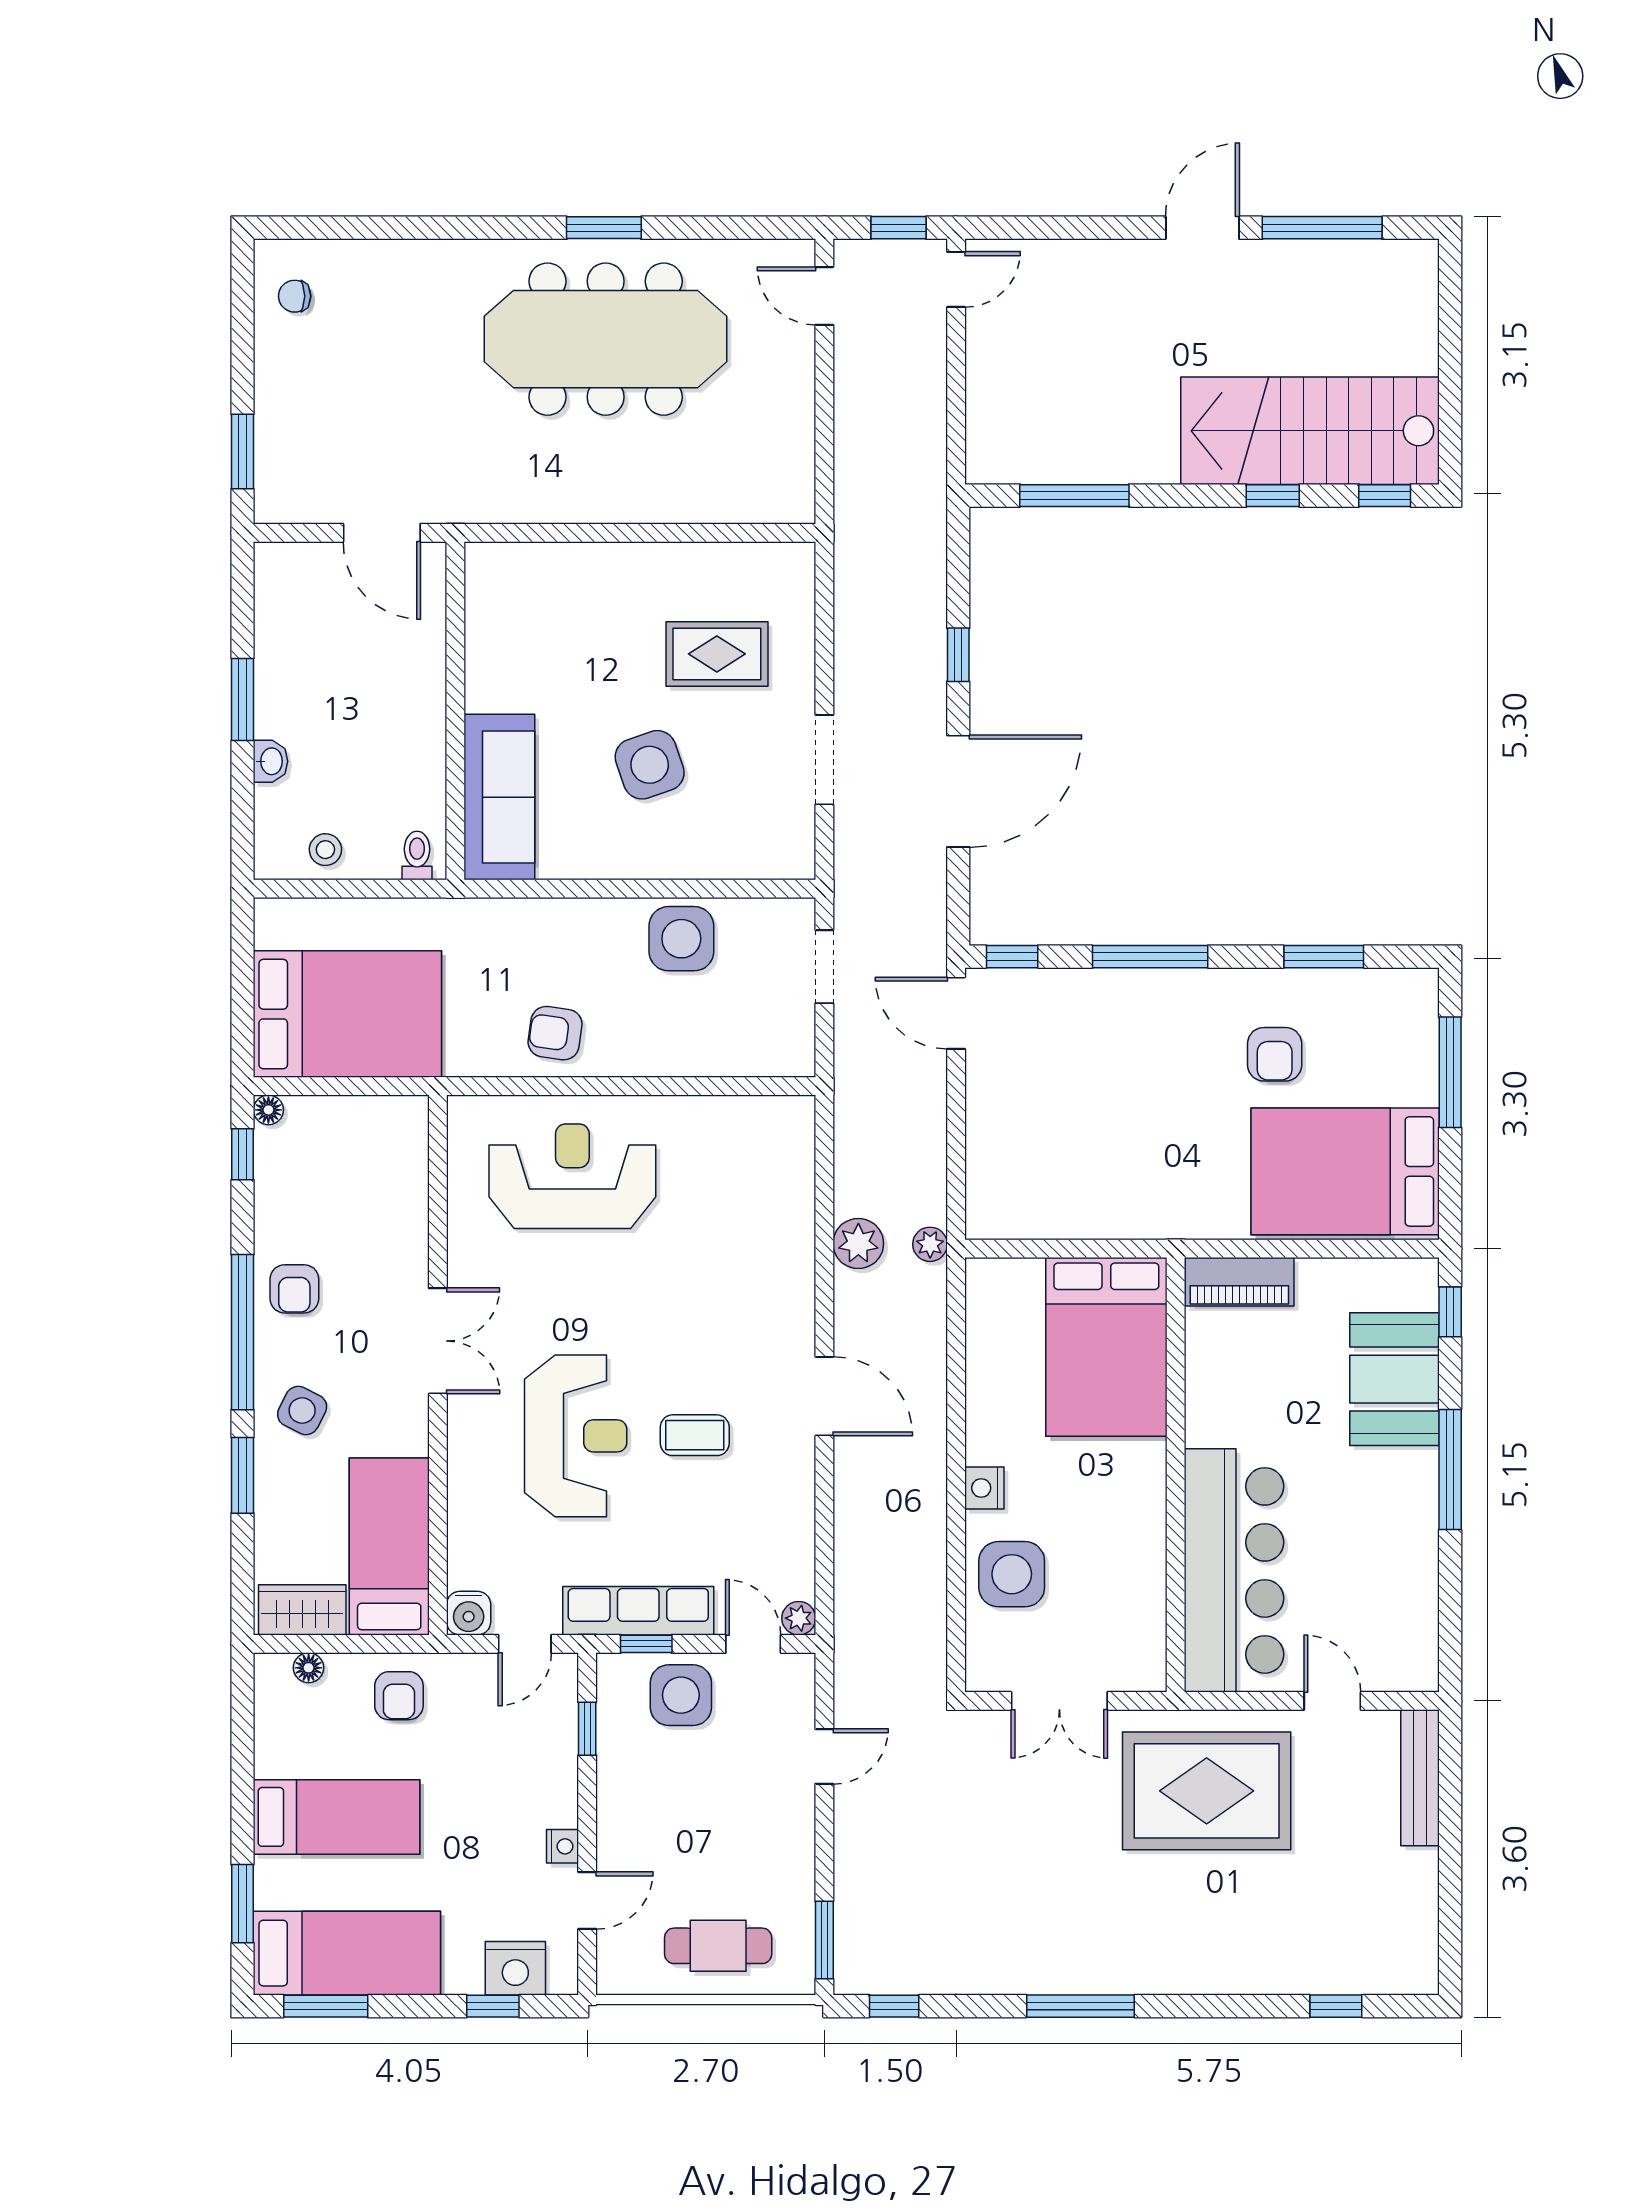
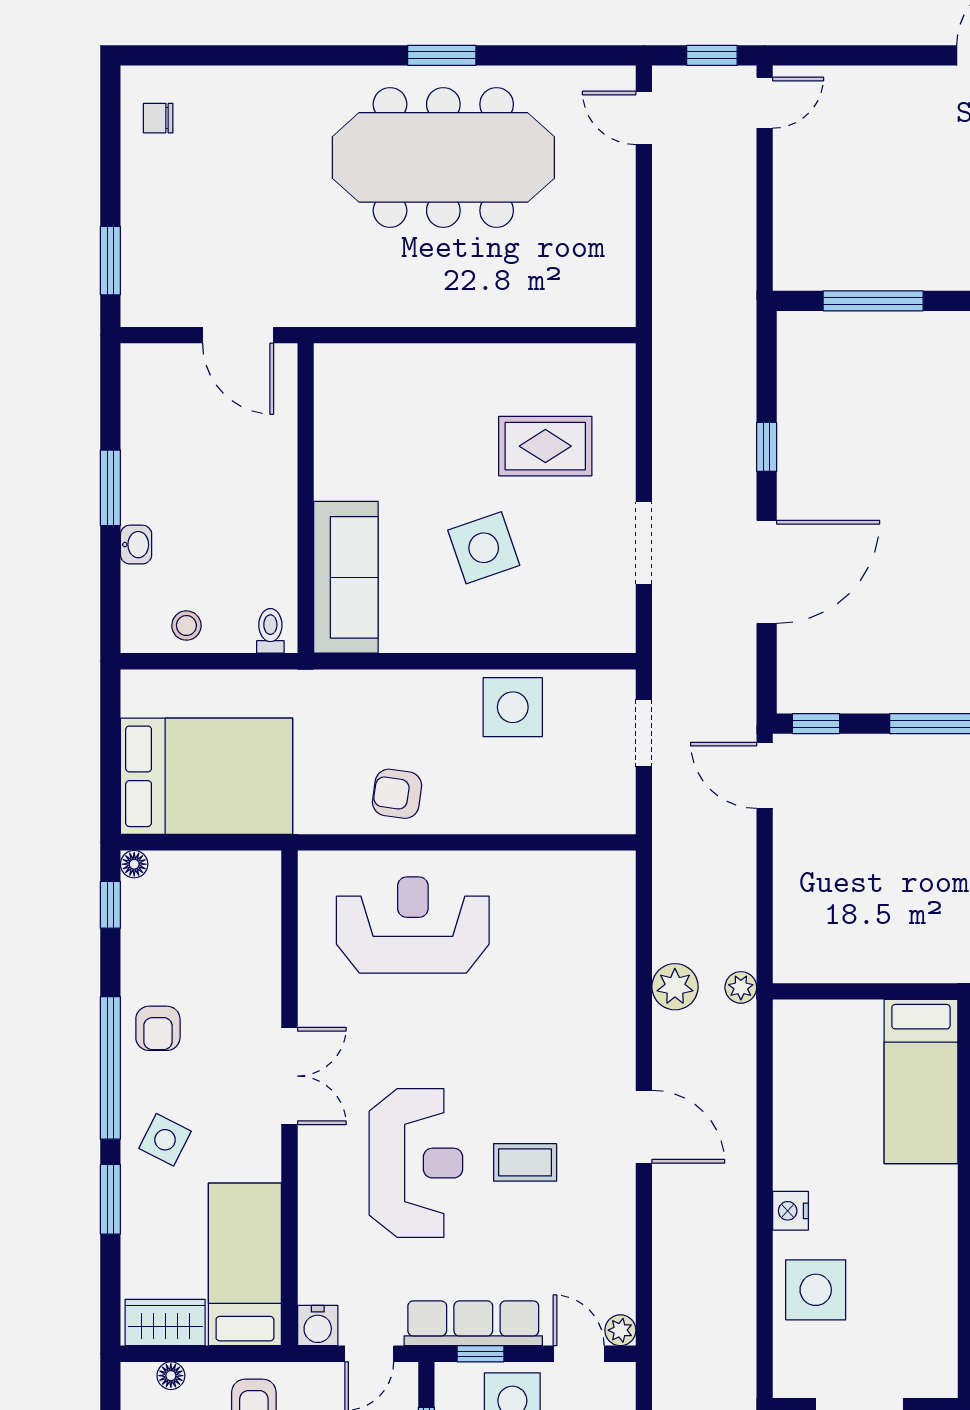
bed: (1106, 1347) -> (921, 1082), width x0.67

